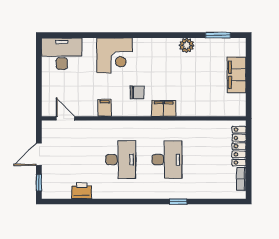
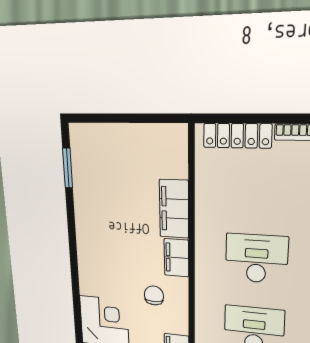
plant: (187, 45) -> (85, 217), removed
filing cabinet: (237, 75) -> (174, 209), moved, turned 90

